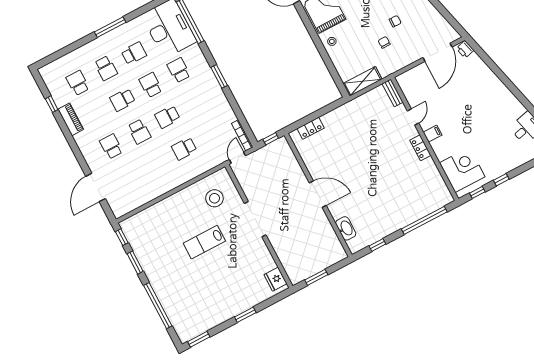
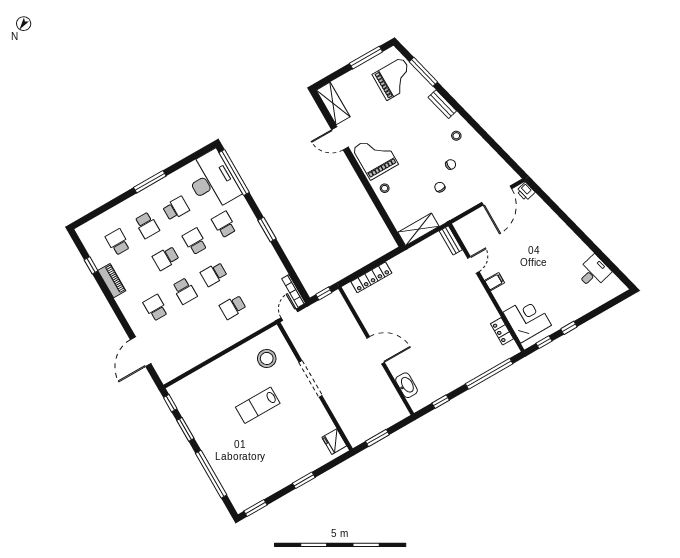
locker: (311, 128) -> (371, 277), width x1.53
locker: (420, 148) -> (502, 331), moved

